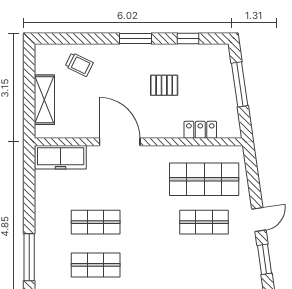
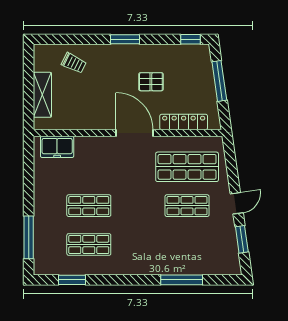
window: (188, 38) -> (191, 39), moved
locker: (200, 130) -> (184, 122), width x1.53
door: (120, 142) -> (135, 133), moved
freezer: (61, 157) -> (57, 147), width x0.71

